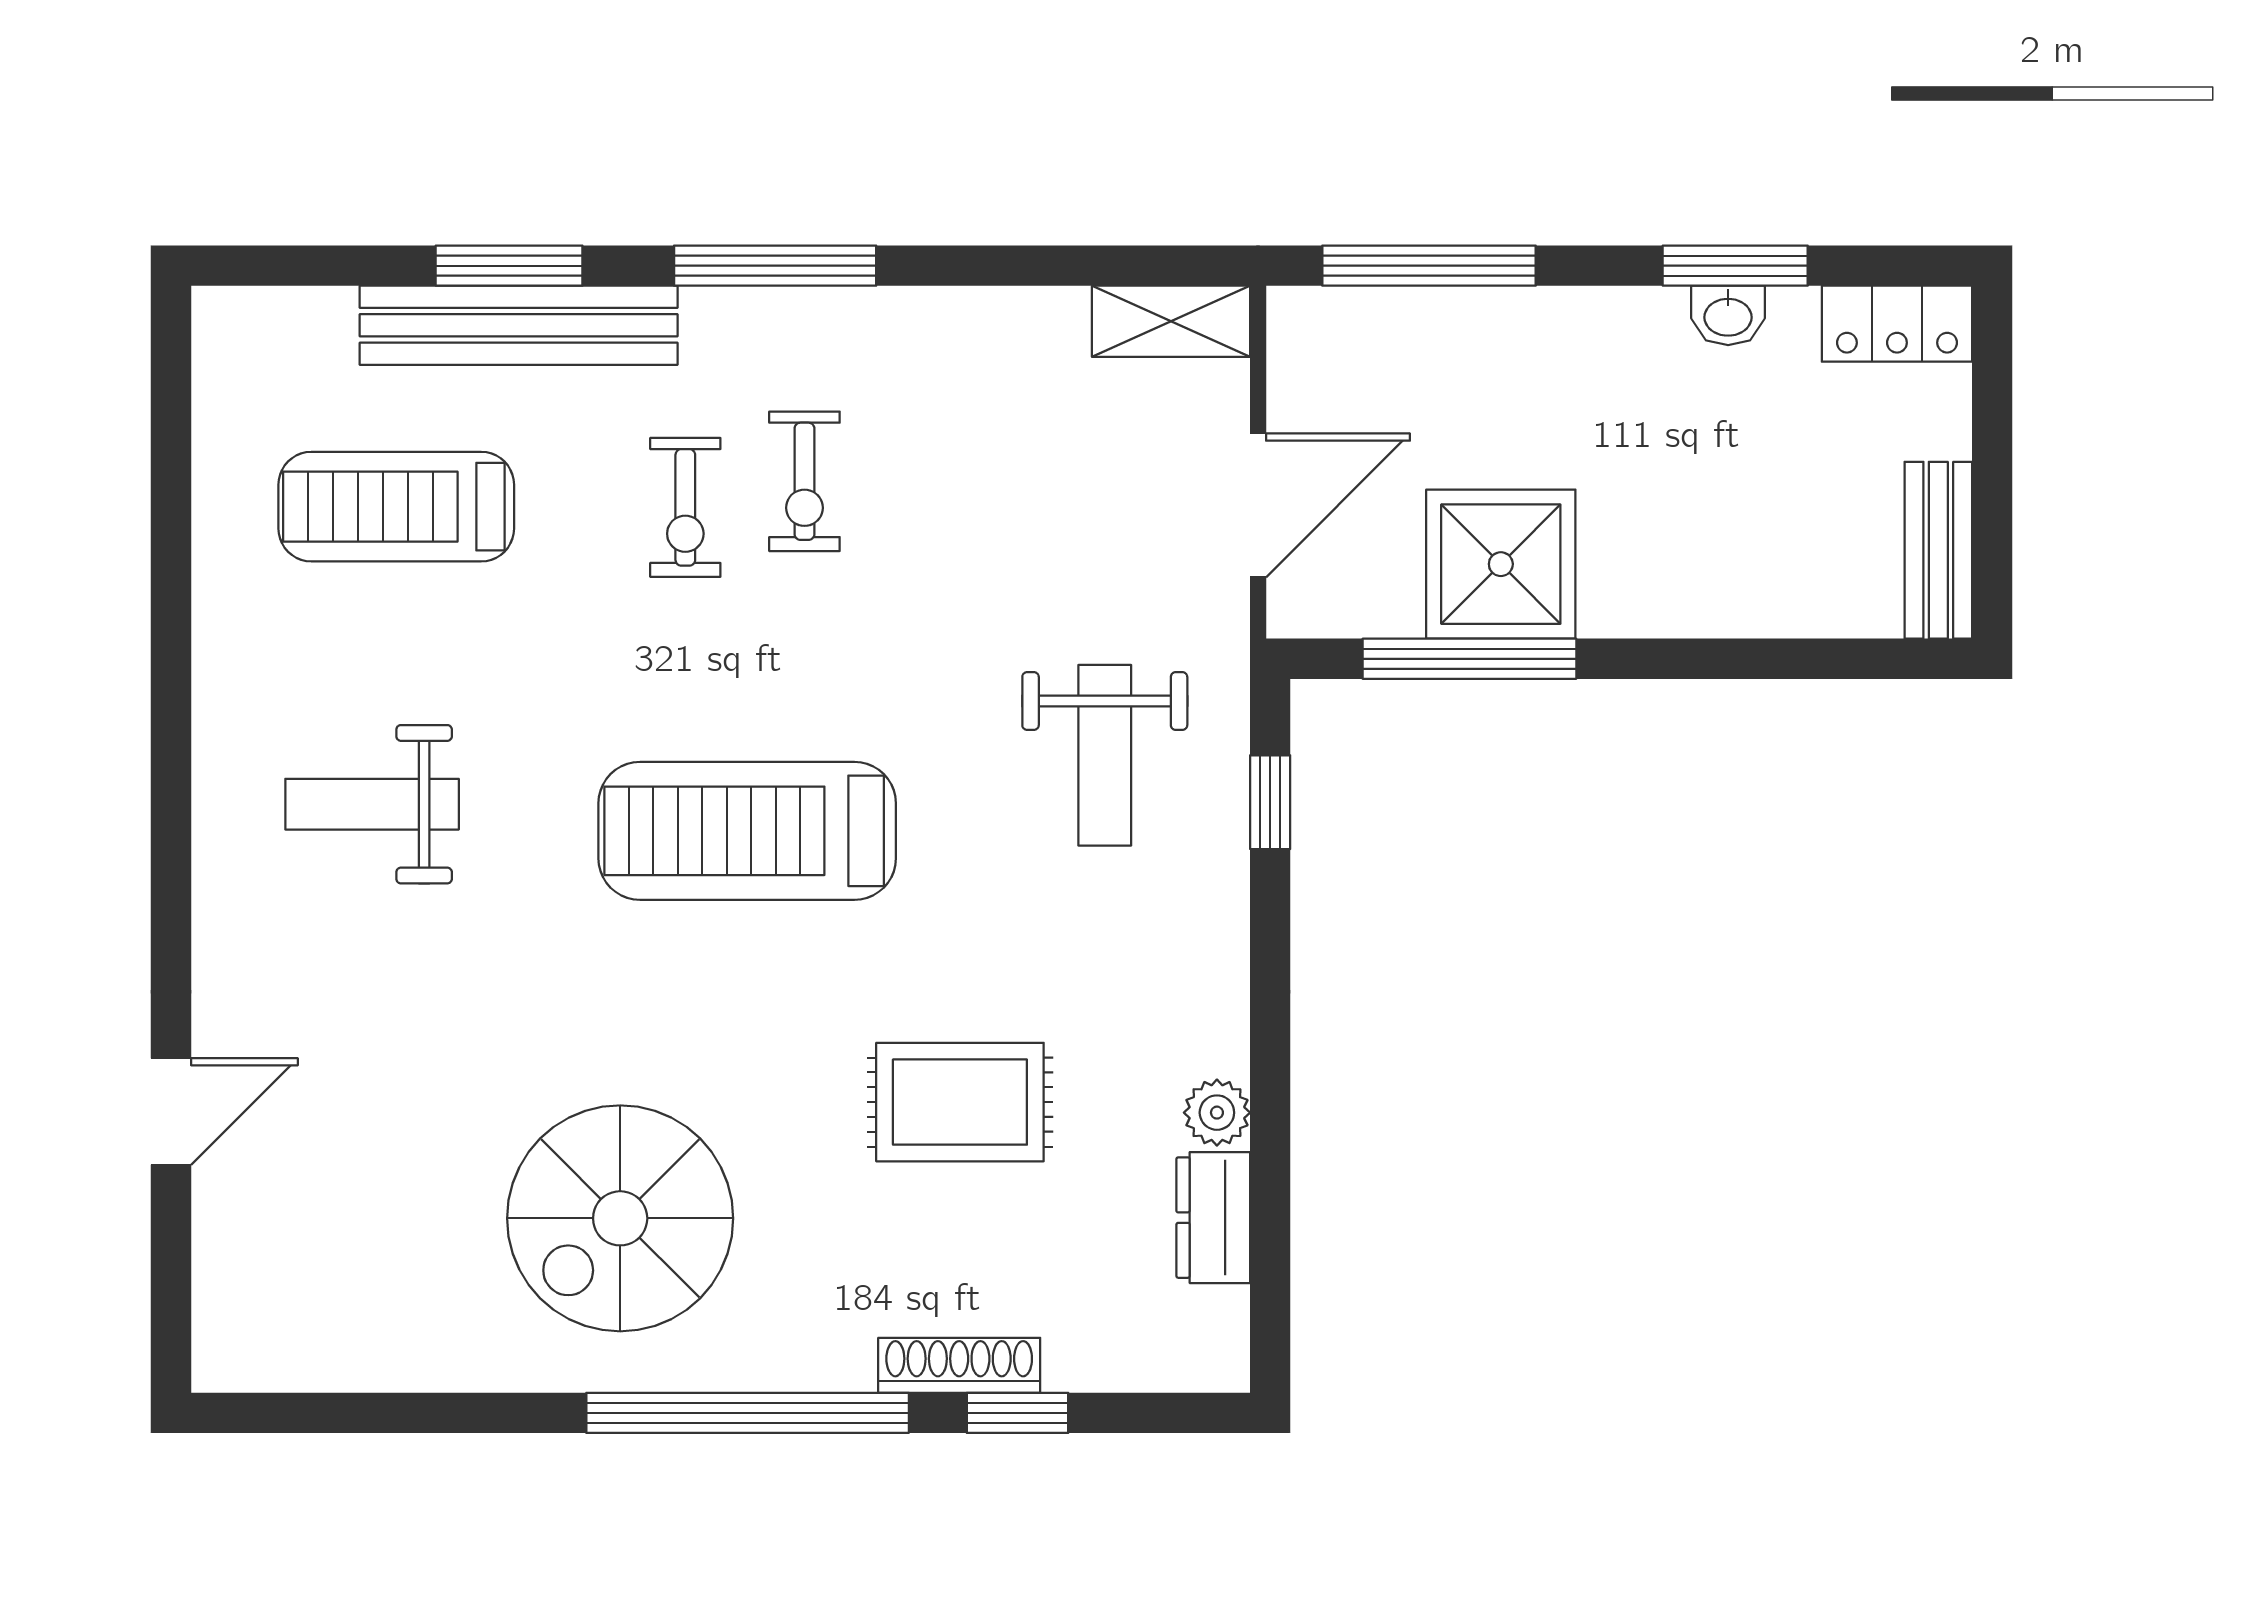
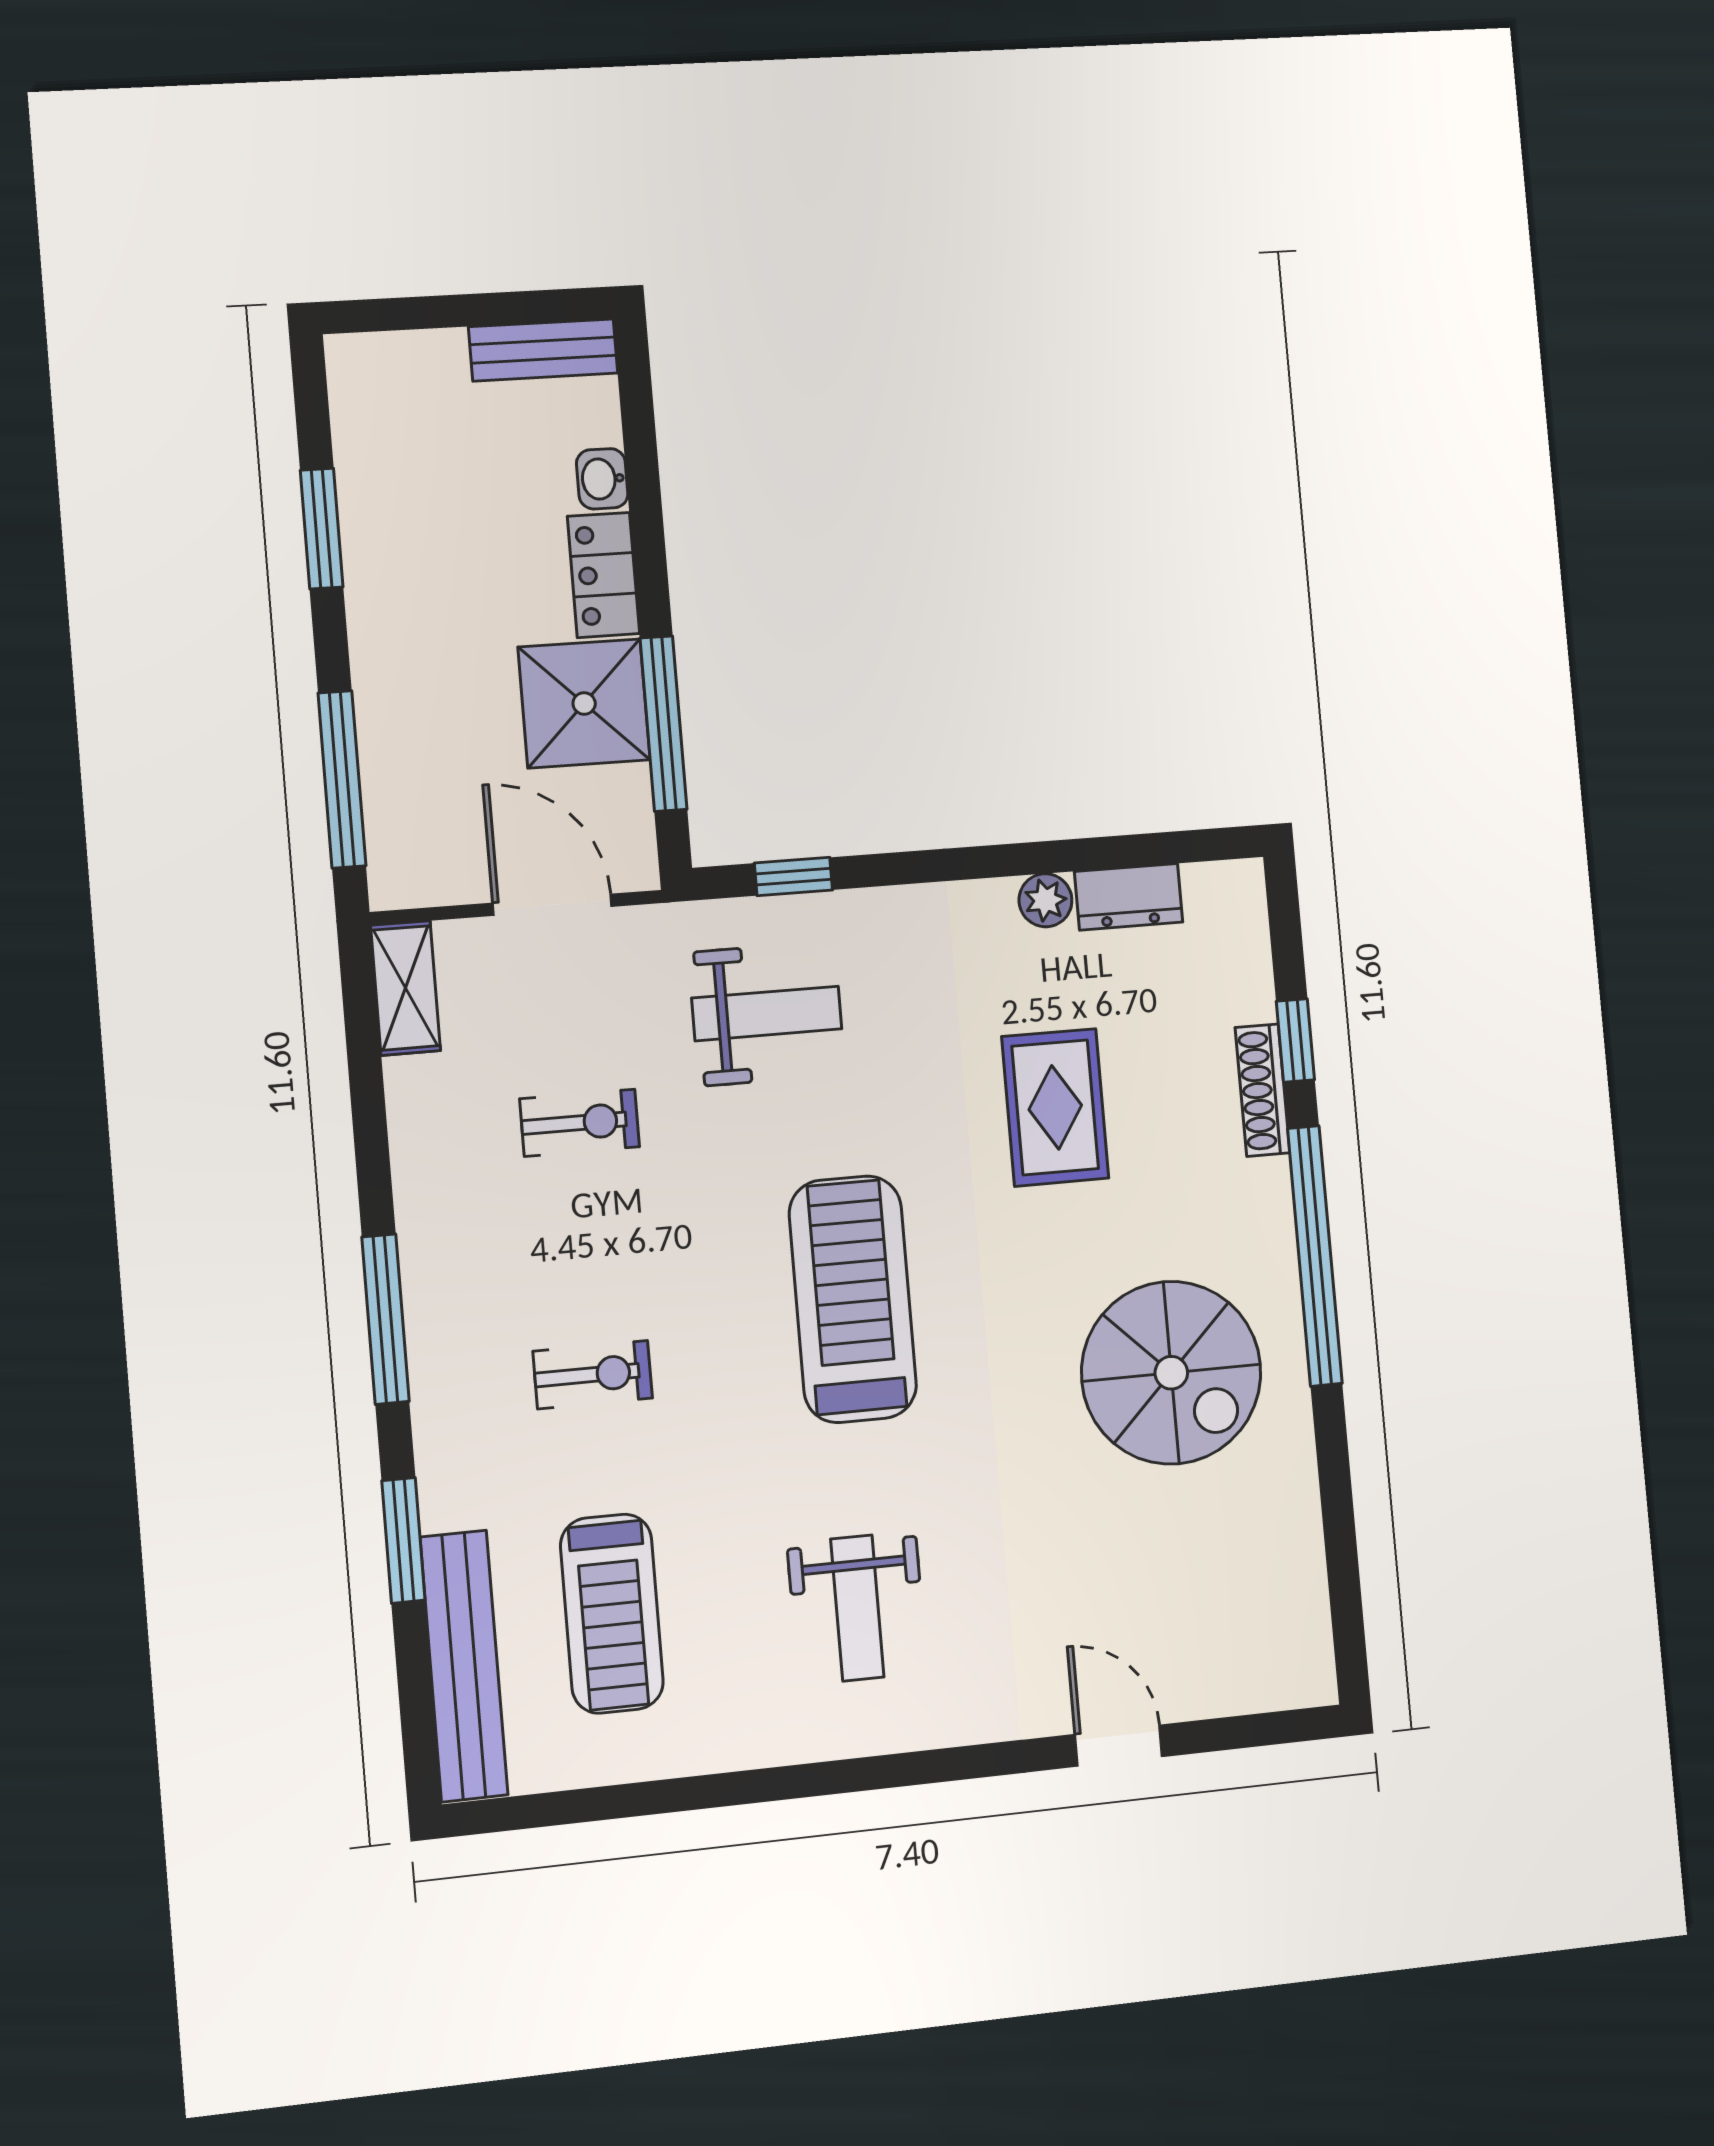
washbasin: (1728, 315) -> (602, 479), moved, turned 180
locker: (1897, 324) -> (603, 575), moved, turned 180
bench: (519, 325) -> (464, 1666), moved
exercise bike: (804, 481) -> (580, 1123), moved
treadmill: (747, 831) -> (853, 1299), turned 180

